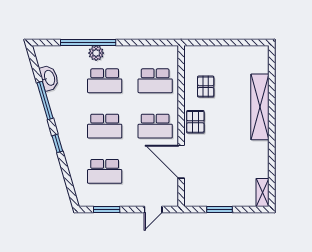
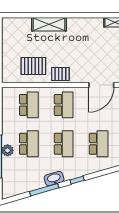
washbasin: (49, 78) -> (54, 179), moved
pallet: (206, 87) -> (33, 66), width x1.50, depth x1.42
shelving: (260, 107) -> (49, 24), width x0.68
door: (181, 162) -> (101, 85), moved

